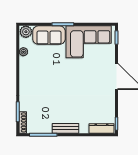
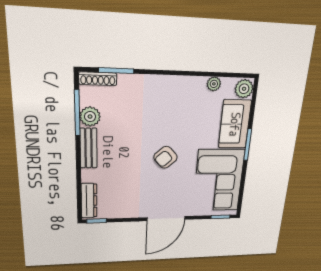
armchair: (72, 79) -> (165, 157), added
plant: (45, 127) -> (90, 117), added

